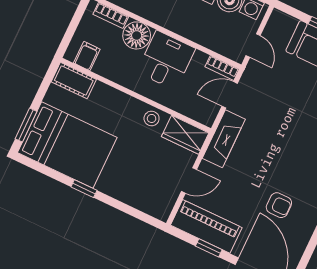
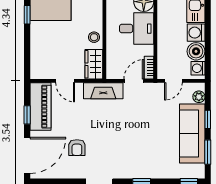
plant: (288, 23) -> (199, 97), added
door: (230, 95) -> (134, 81), hinge flipped

